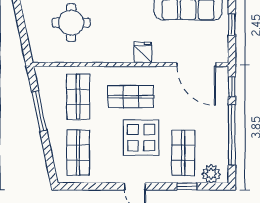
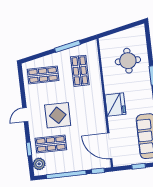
fridge: (143, 53) -> (115, 105), width x1.88, depth x1.34
door: (196, 65) -> (110, 146), hinge flipped
shop shelf: (78, 97) -> (80, 71), turned 90
shop shelf: (131, 97) -> (84, 105), removed

